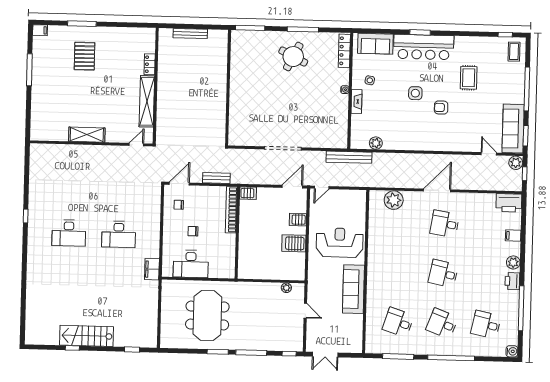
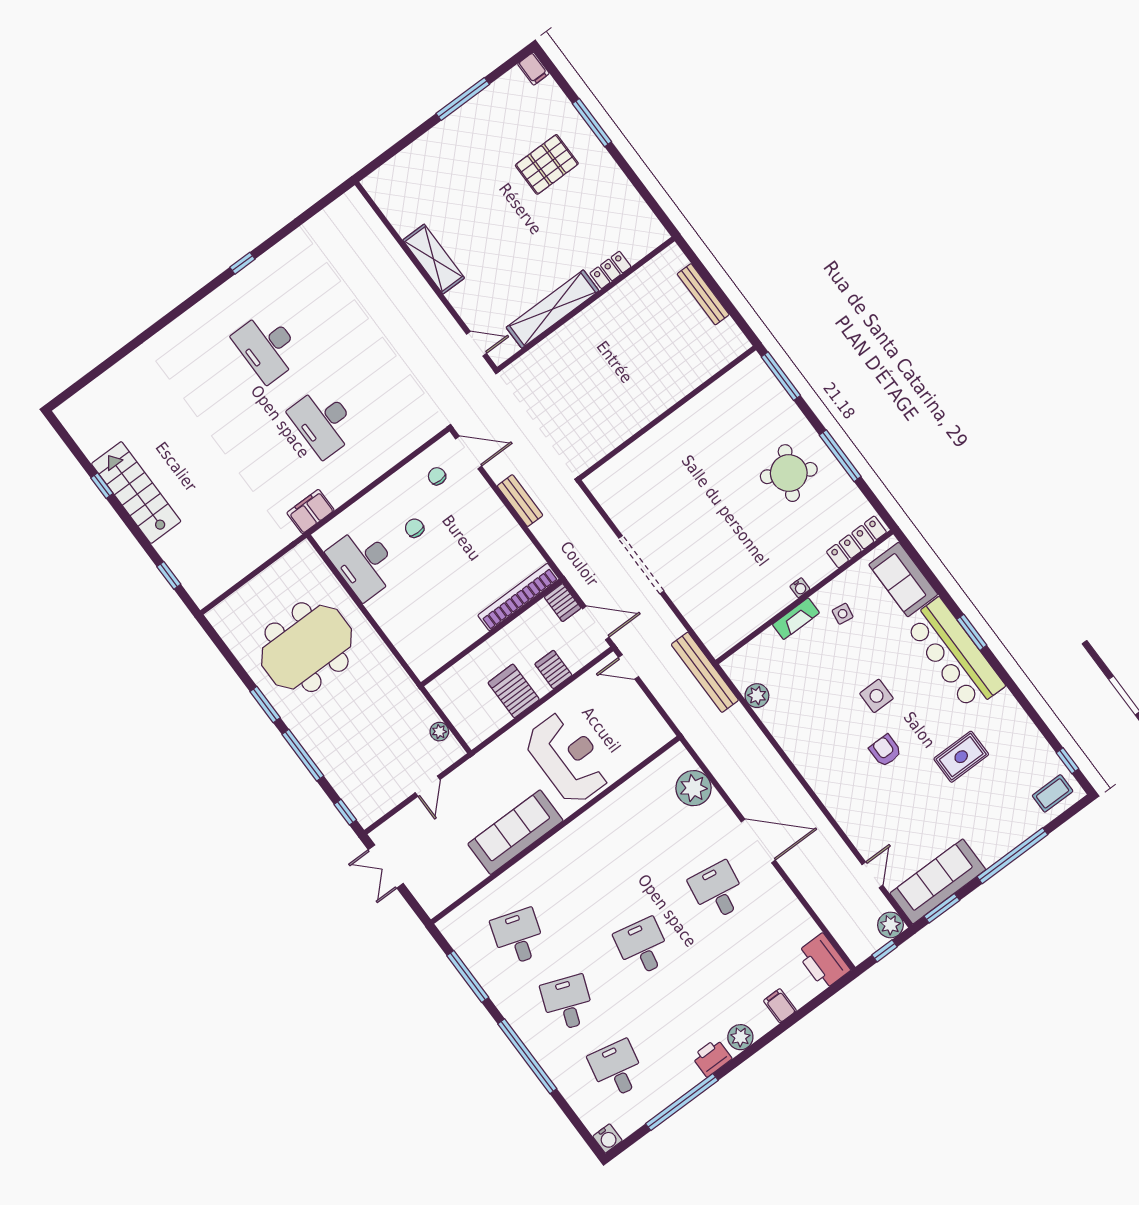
server rack: (248, 193) -> (563, 603), moved
bookcase: (231, 210) -> (518, 597), moved
wall: (237, 233) -> (492, 633), moved

